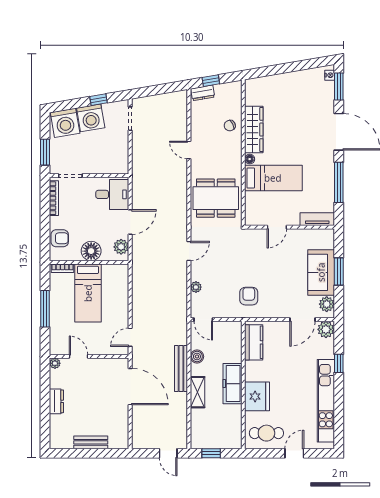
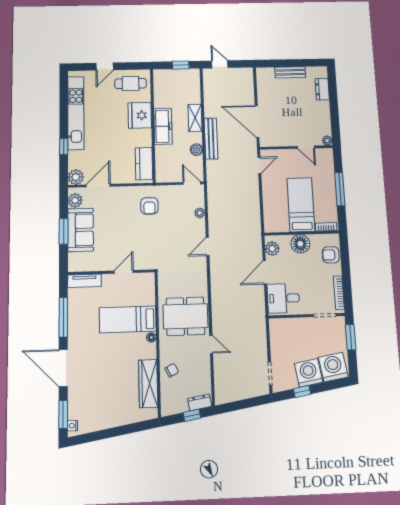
wardrobe: (254, 129) -> (148, 384), moved
dining table: (216, 198) -> (185, 316), moved
dresser: (56, 401) -> (322, 89), moved

